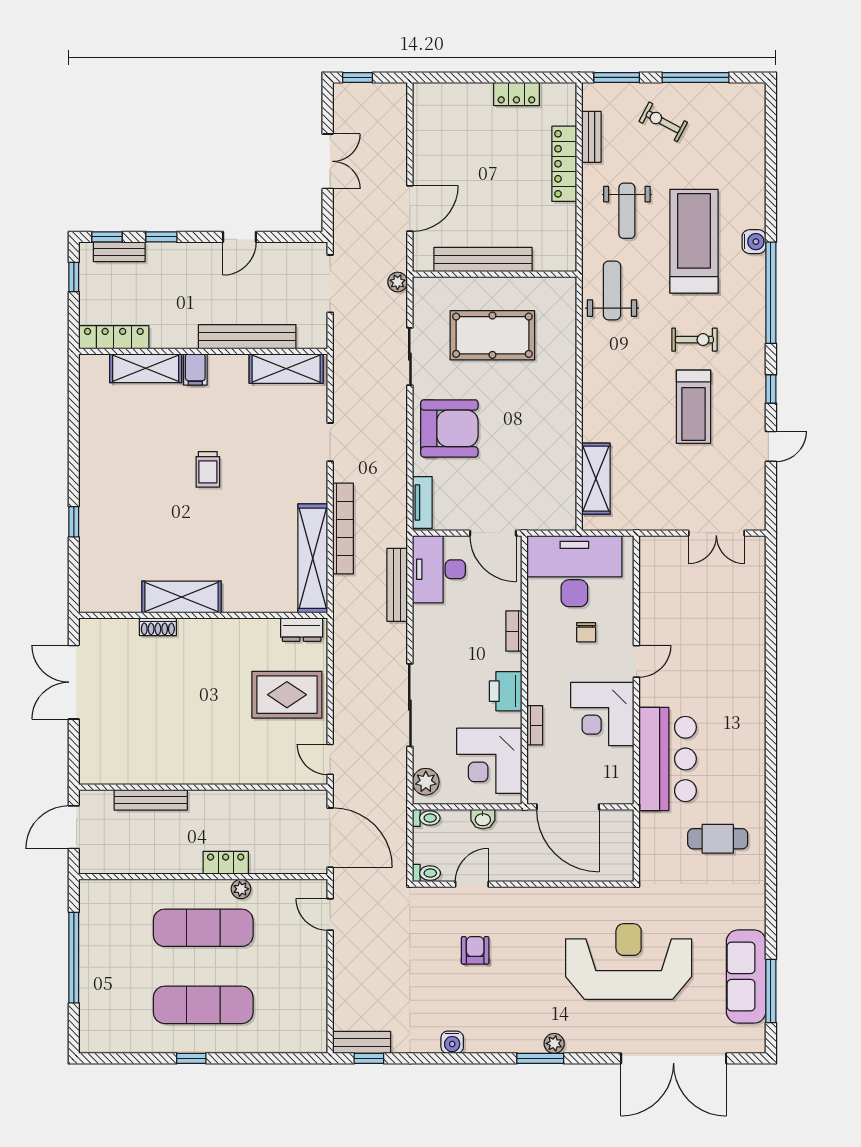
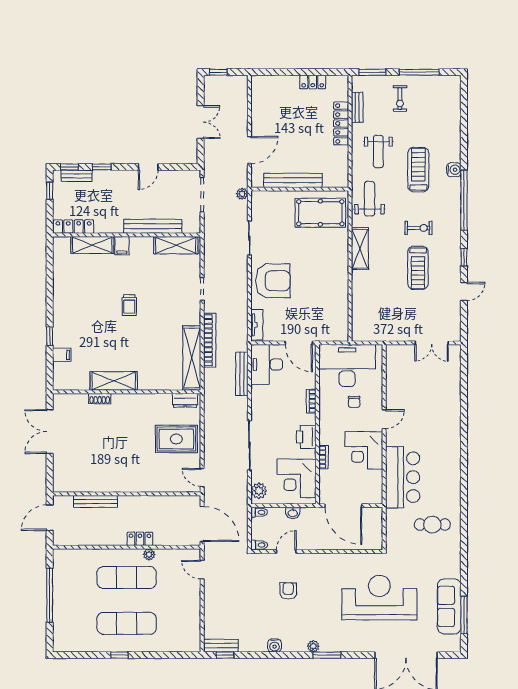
exercise bike: (663, 122) -> (400, 99), turned -118
treadmill: (694, 241) -> (418, 170), width x0.73, depth x0.73
pool table: (492, 335) -> (320, 213), moved
shelving: (596, 479) -> (360, 249), moved
filing cabinet: (94, 553) -> (62, 355), added
plant: (554, 1043) -> (313, 646), moved

